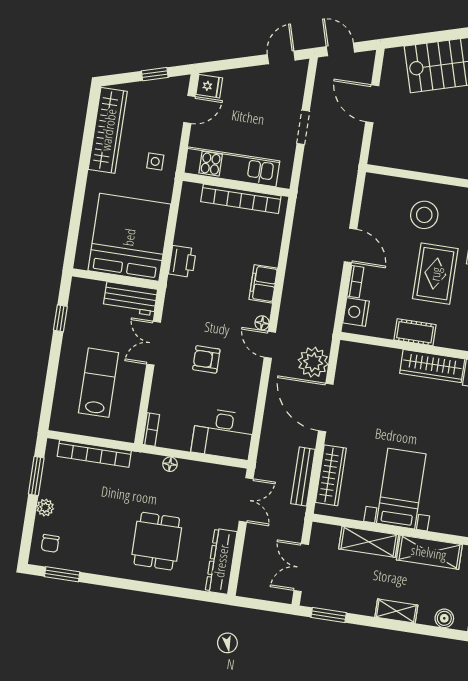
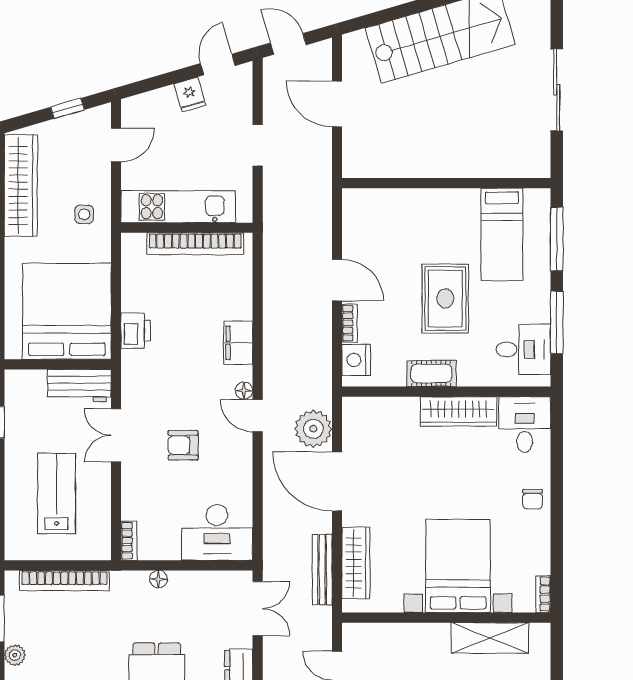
fridge: (209, 86) -> (190, 95), moved, turned 74
stool: (424, 215) -> (421, 229), removed
bed with nightstands: (401, 489) -> (458, 566), width x1.36
shelving: (369, 542) -> (414, 637), removed

